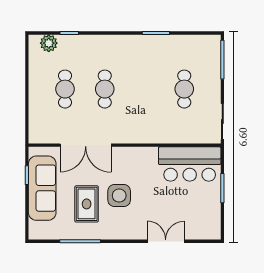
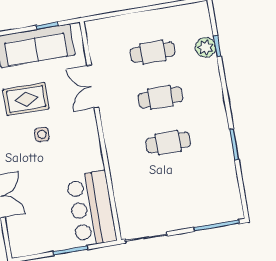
plant: (49, 43) -> (205, 47), moved
cafe table: (184, 89) -> (168, 143), moved
double door: (86, 145) -> (93, 86), width x0.73
side table: (119, 196) -> (42, 134), width x0.54, depth x0.54

